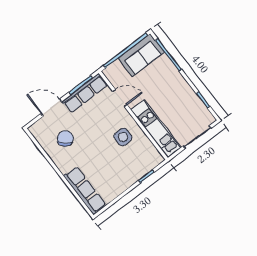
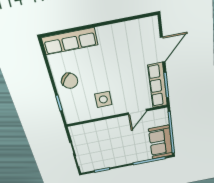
kitchen unit: (156, 129) -> (97, 128), removed
chair: (65, 139) -> (70, 81), moved

